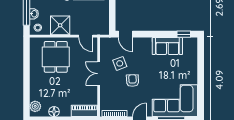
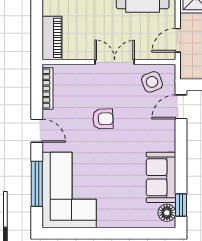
floor lamp: (188, 43) -> (167, 213), added
side table: (120, 63) -> (152, 82), moved

